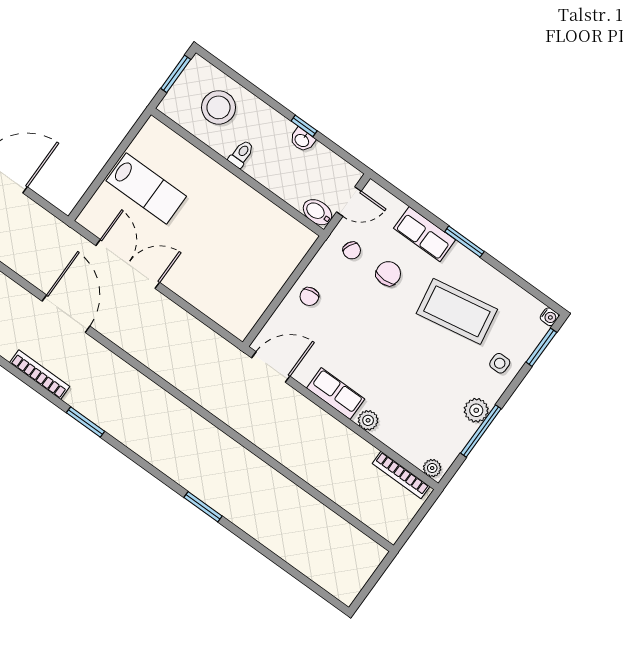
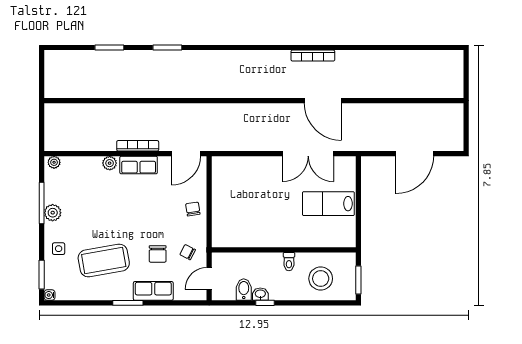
bidet: (317, 212) -> (244, 290), moved, turned -90
window: (85, 422) -> (109, 47), moved
bookcase: (401, 475) -> (138, 146), moved

